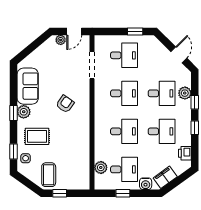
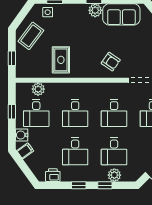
armchair: (65, 104) -> (111, 62), moved
rug: (37, 136) -> (61, 60), moved
coffee table: (49, 175) -> (31, 36), turned -53
filing cabinet: (165, 177) -> (25, 151), width x0.50
window: (60, 193) -> (12, 58), moved

